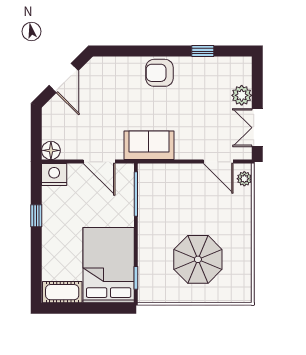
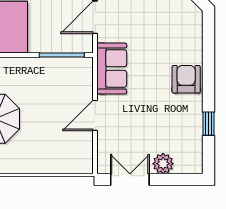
door: (218, 162) -> (95, 115), moved
plant: (244, 179) -> (77, 166), removed

